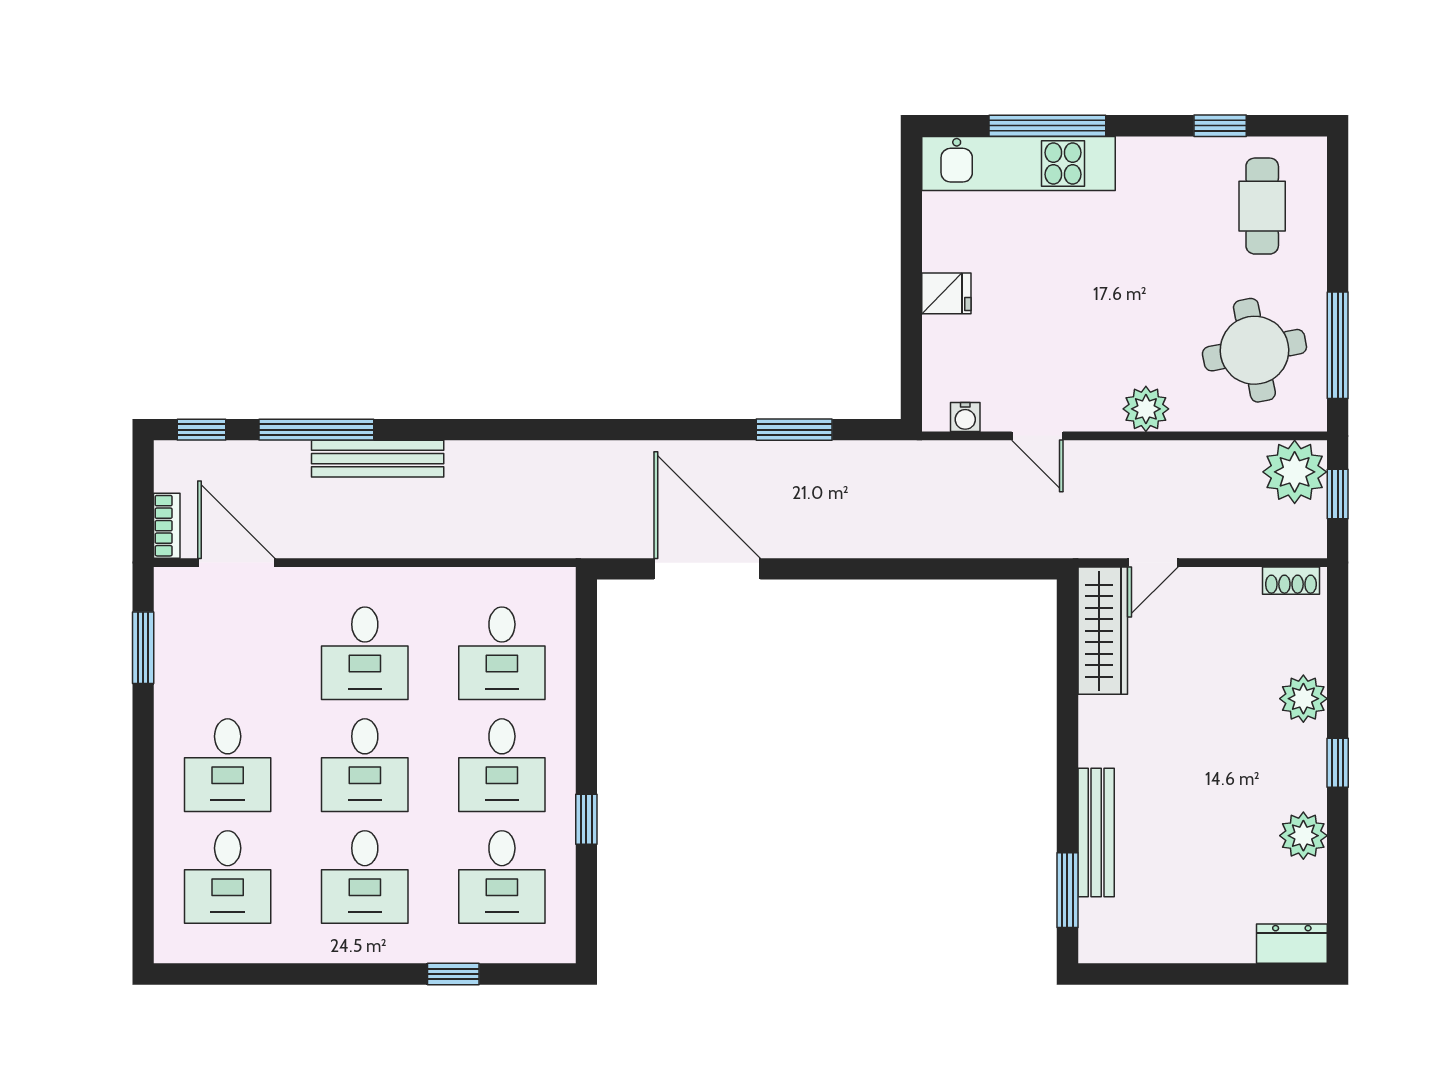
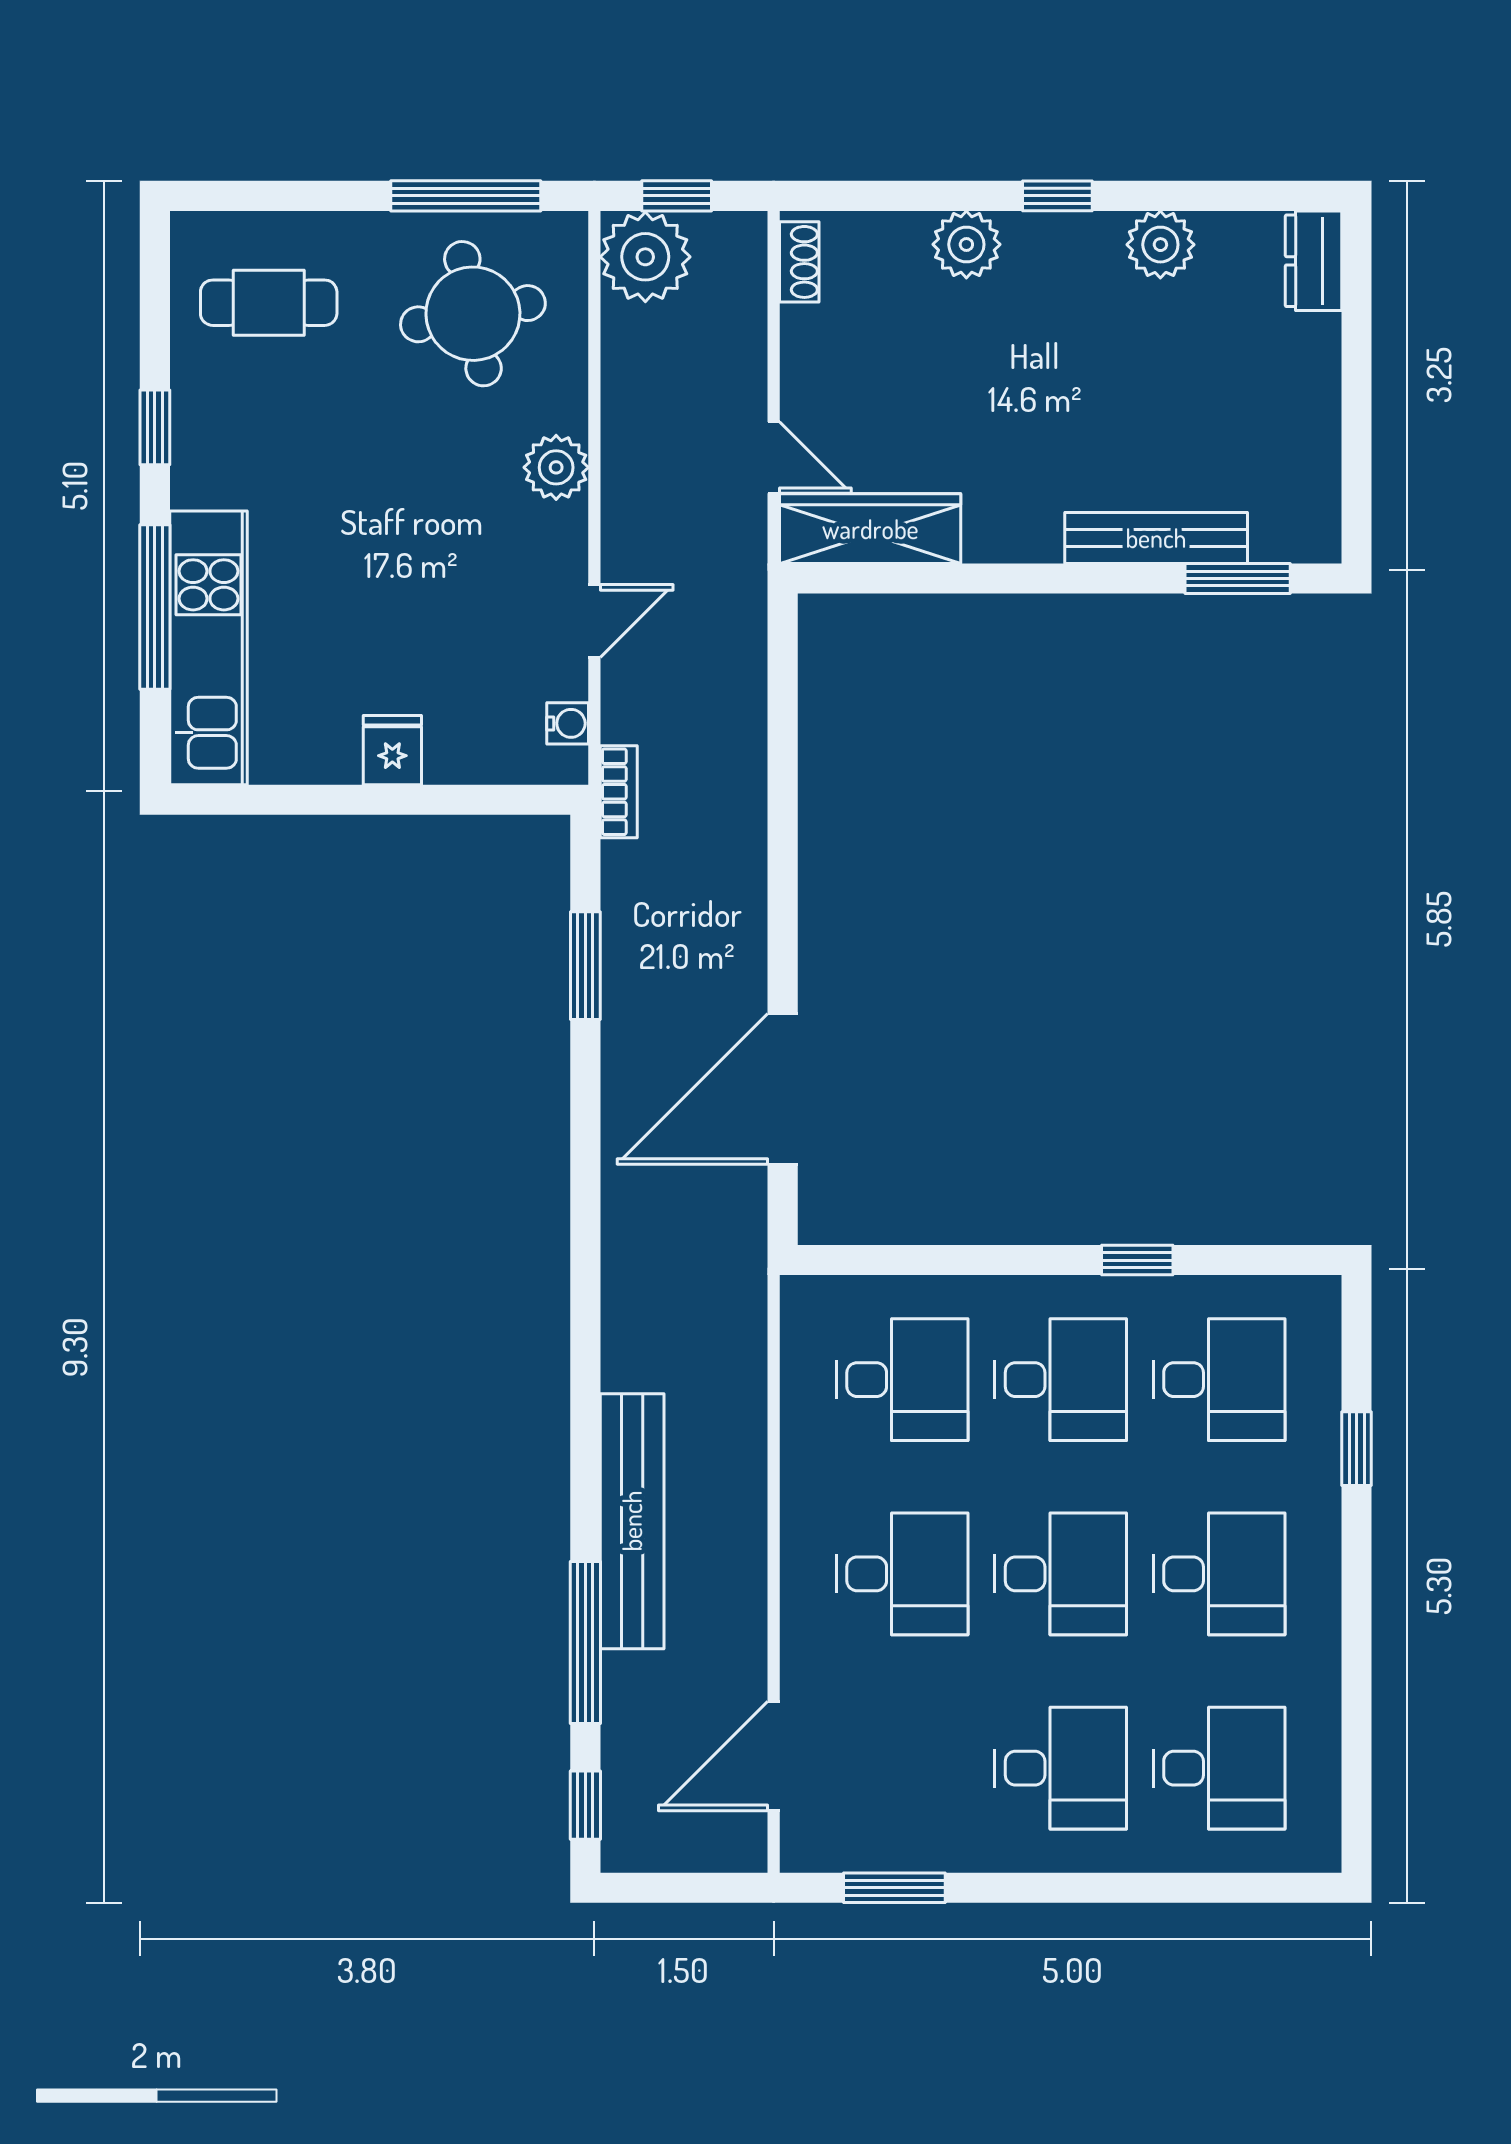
window: (1220, 126) -> (155, 427), moved
bench: (378, 459) -> (632, 1521), width x1.37, depth x1.21
bookcase: (167, 526) -> (619, 792), moved, turned 90

